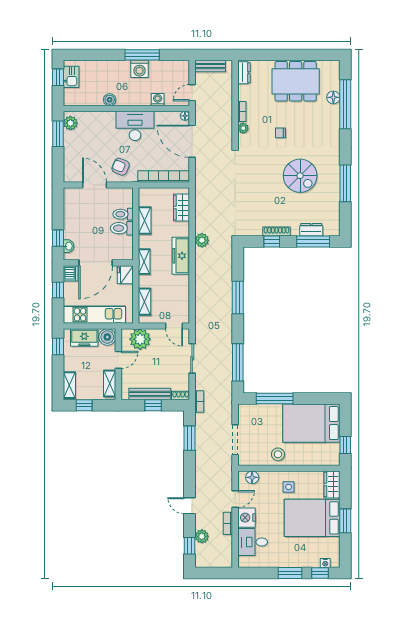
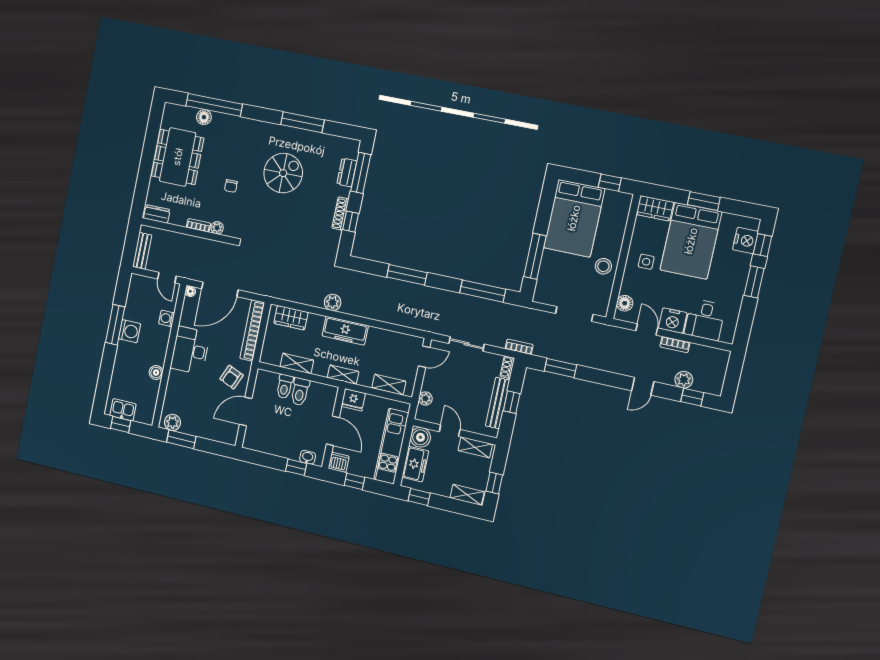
door: (96, 263) -> (333, 431), width x0.73
plant: (140, 339) -> (425, 398), width x0.53, depth x0.53
nightstand: (325, 563) -> (745, 240), width x1.89, depth x1.79

